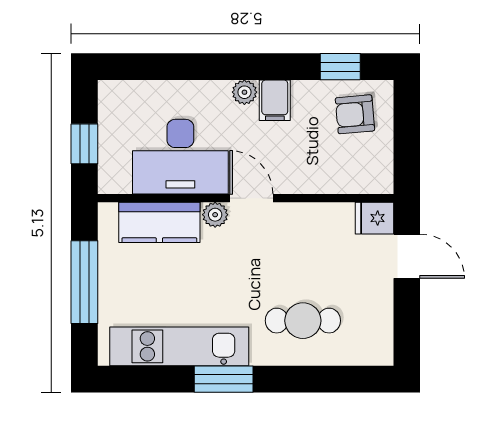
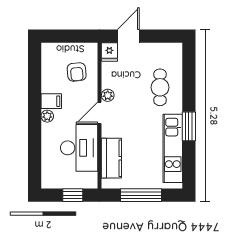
window: (340, 67) -> (35, 69), removed
armchair: (355, 114) -> (77, 72), moved
plant: (215, 215) -> (108, 95), moved

